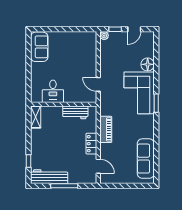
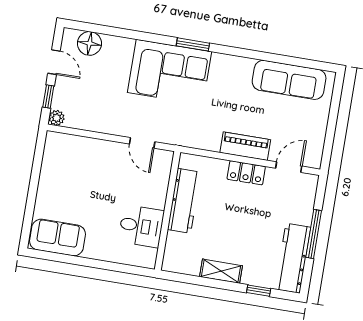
floor lamp: (148, 64) -> (89, 43), moved
door: (98, 84) -> (142, 143), hinge flipped
workbench: (75, 112) -> (184, 201), width x1.38
shelving: (36, 117) -> (221, 271), moved
piano: (106, 129) -> (245, 146), moved

